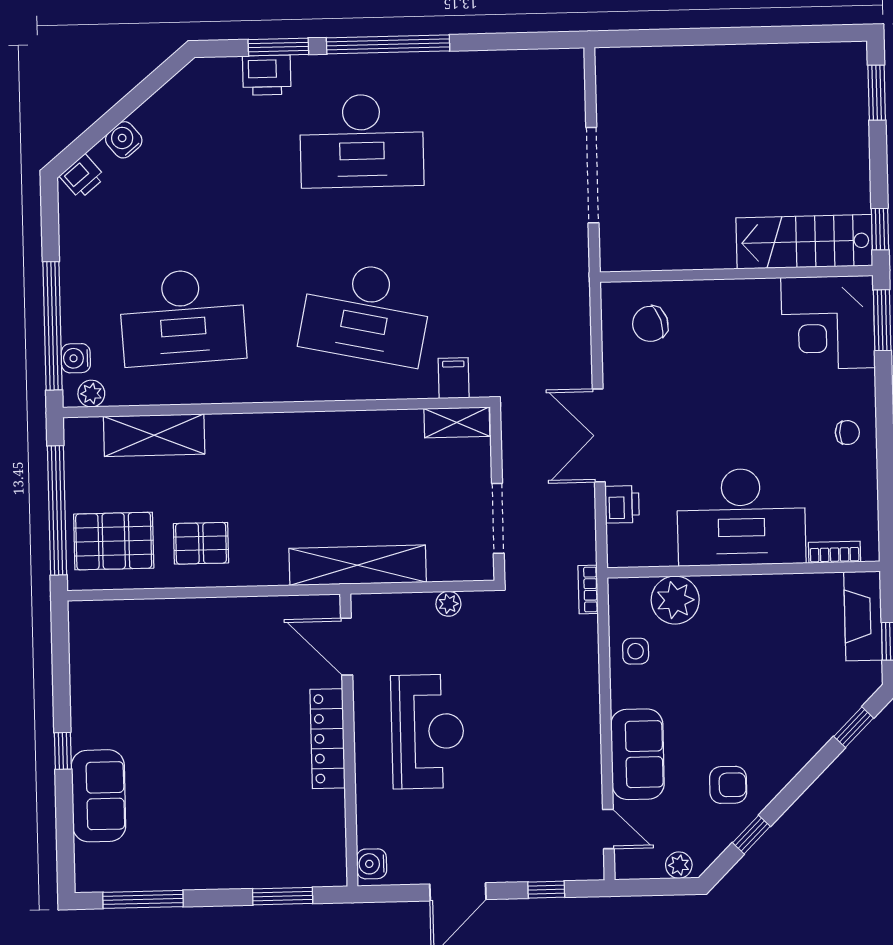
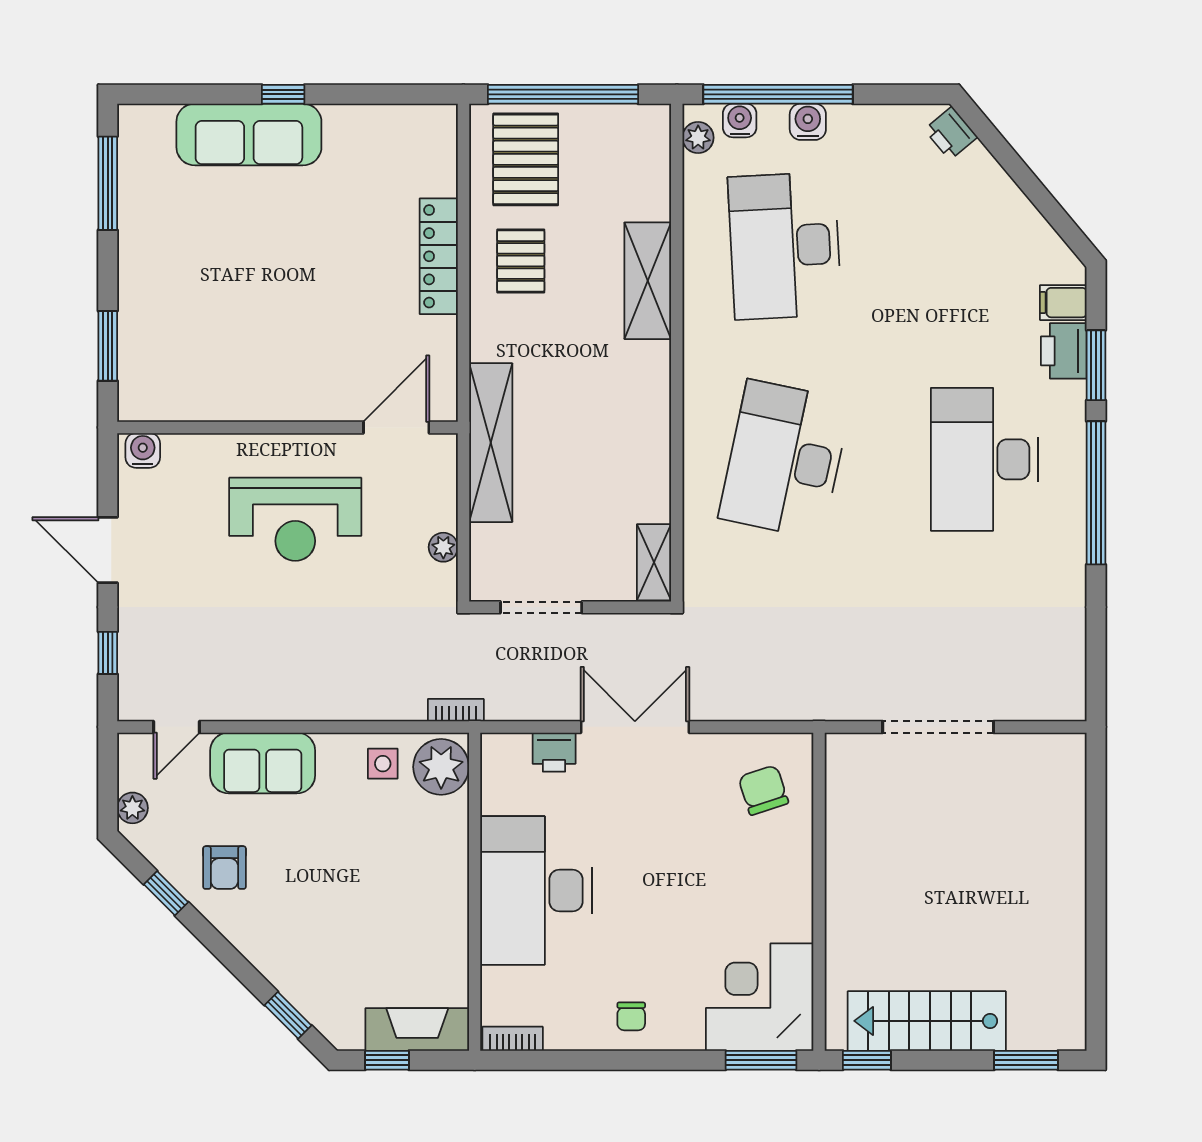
water cooler: (124, 140) -> (808, 122), moved, turned -50
stairs: (804, 242) -> (927, 1021), moved, turned -90
filing cabinet: (454, 378) -> (1063, 303), moved, turned 180
shelving: (154, 435) -> (648, 281), moved
bookcase: (834, 552) -> (513, 1039), moved, turned -90
plant: (675, 600) -> (441, 767), moved
locker: (328, 739) -> (439, 256), moved, turned -90
sofa: (99, 796) -> (249, 134), width x1.36

